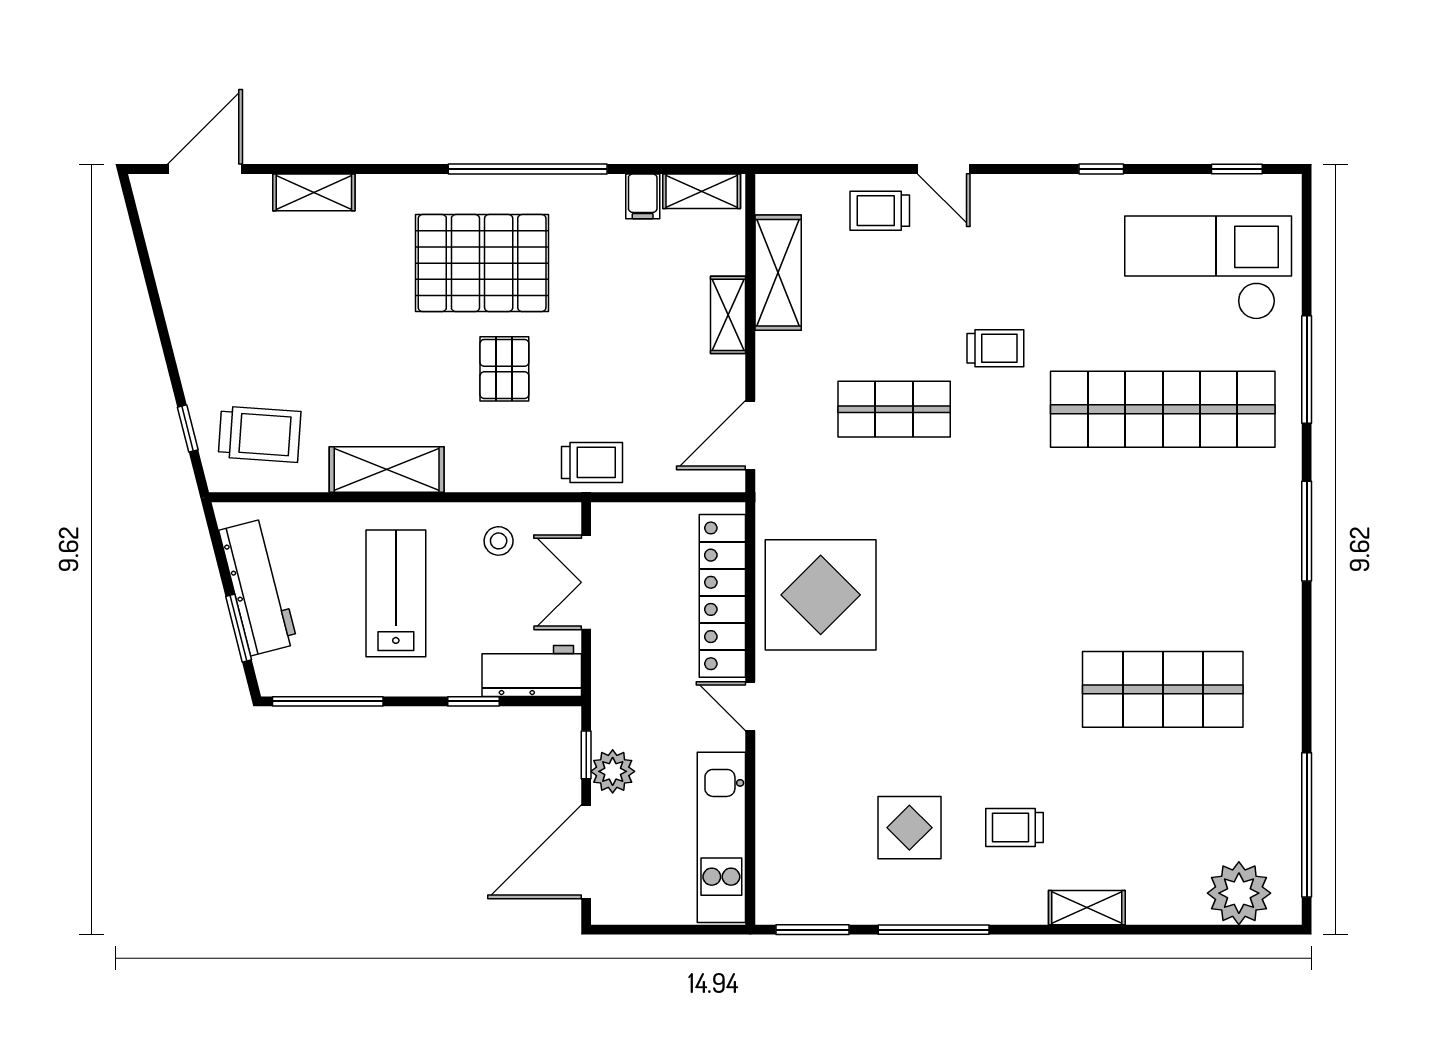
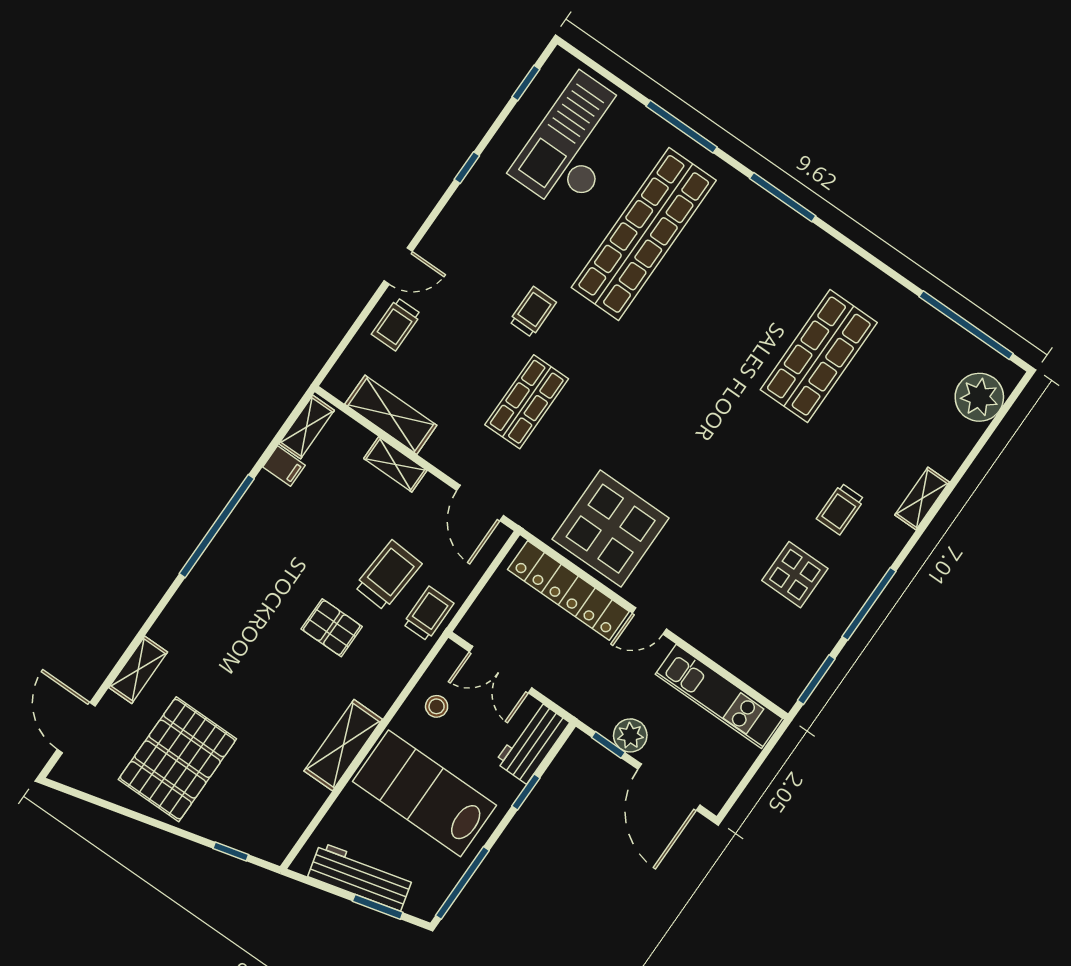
pallet: (482, 263) -> (177, 759), moved
trolley: (260, 434) -> (388, 575), moved
lab bench: (396, 593) -> (425, 793), width x1.36, depth x1.39

